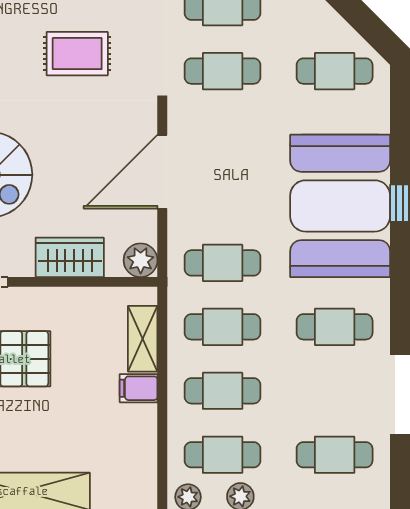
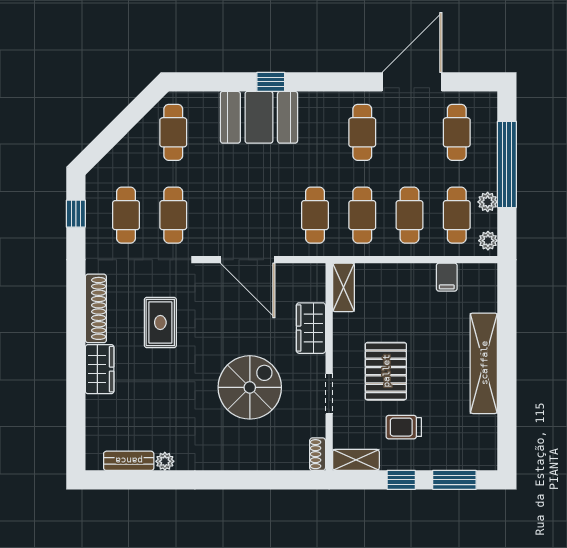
booth: (340, 206) -> (259, 117), width x0.73, depth x0.70
plant: (141, 260) -> (313, 276), removed
shelving: (143, 339) -> (343, 287), moved, turned 90
filing cabinet: (139, 388) -> (447, 277), moved

